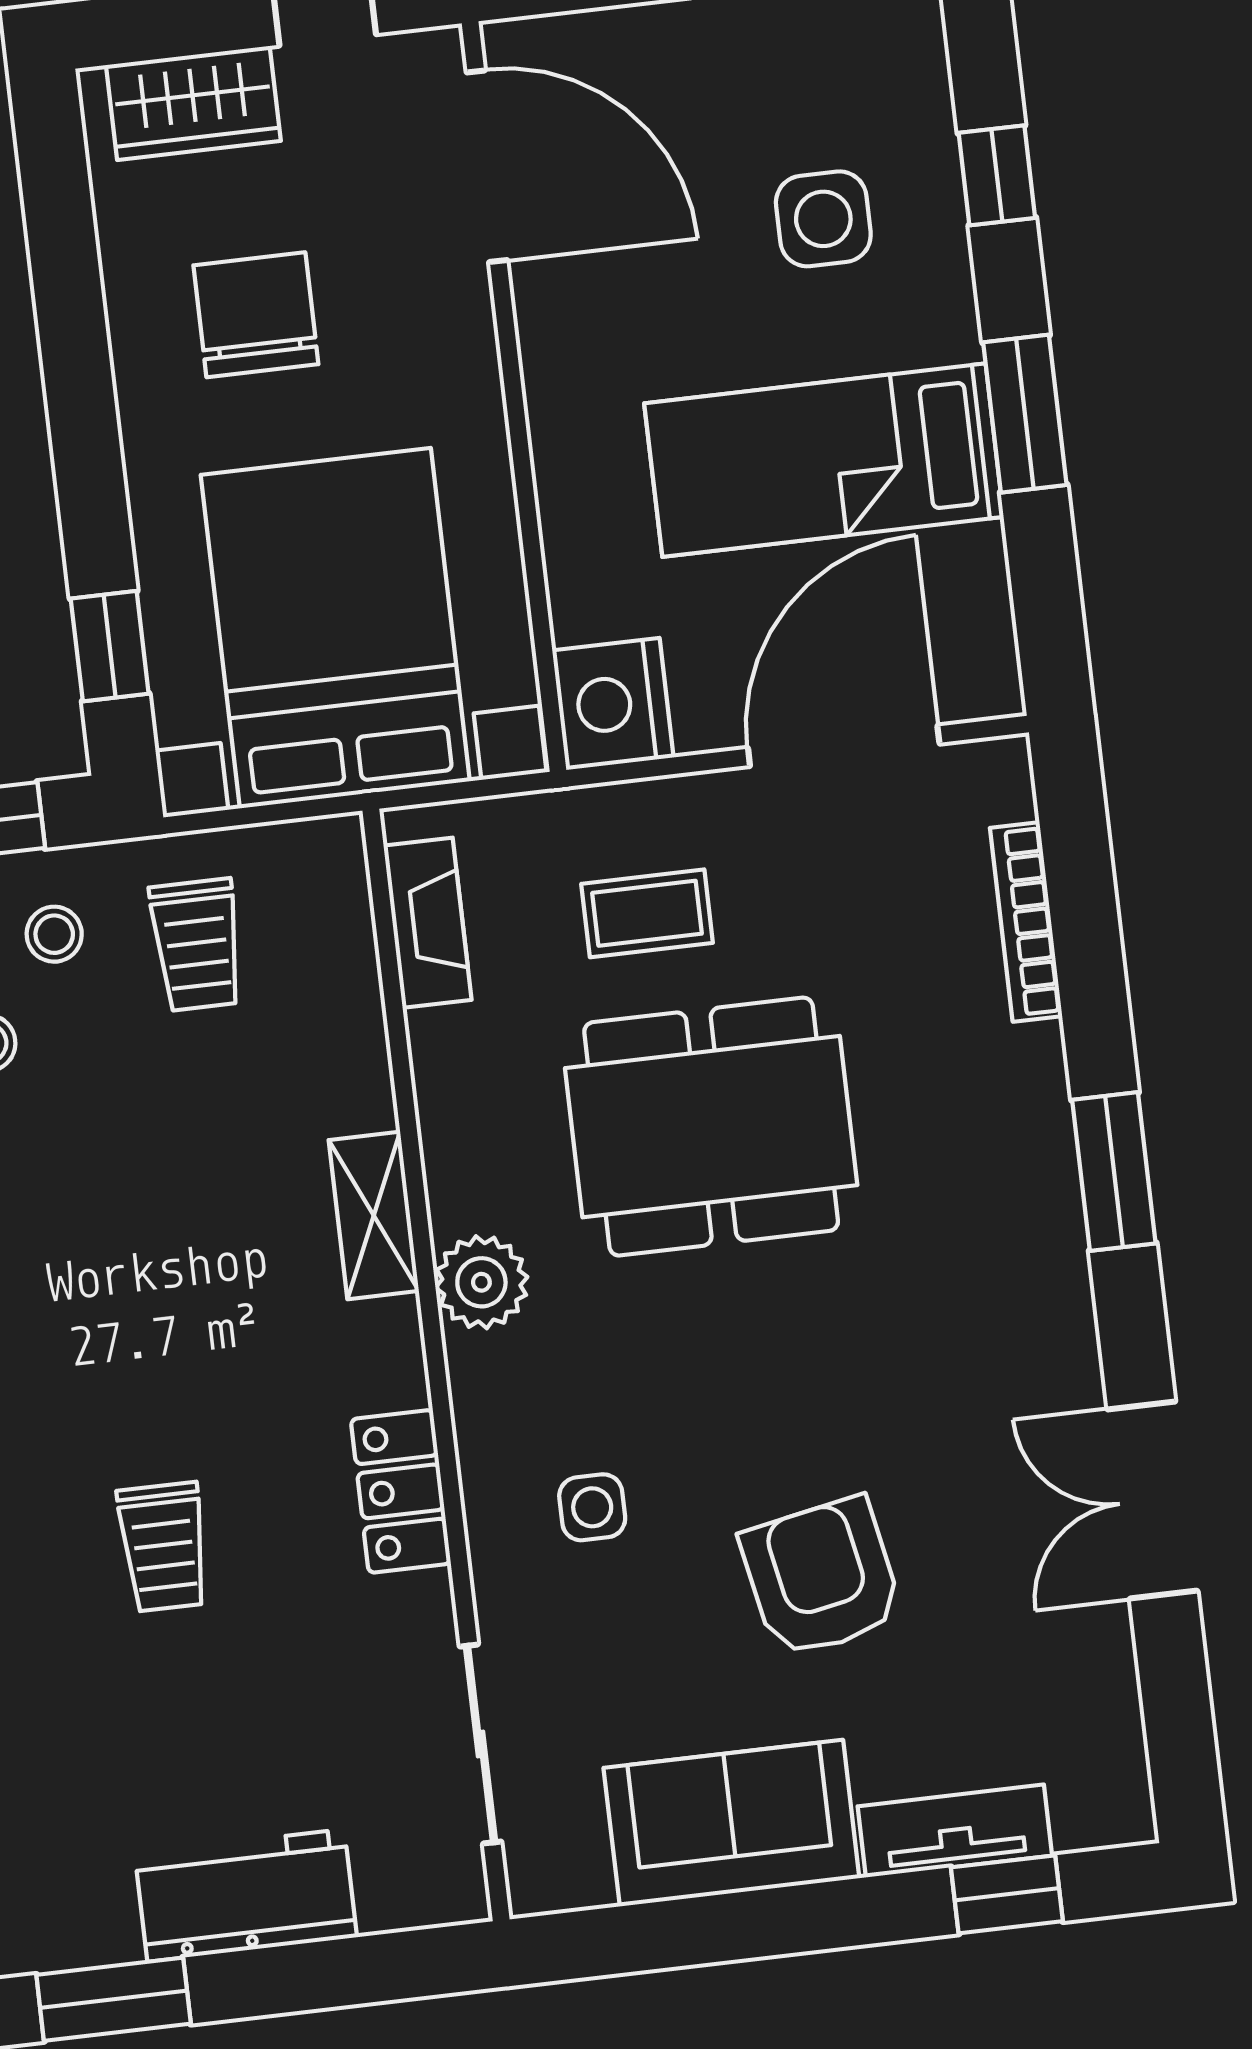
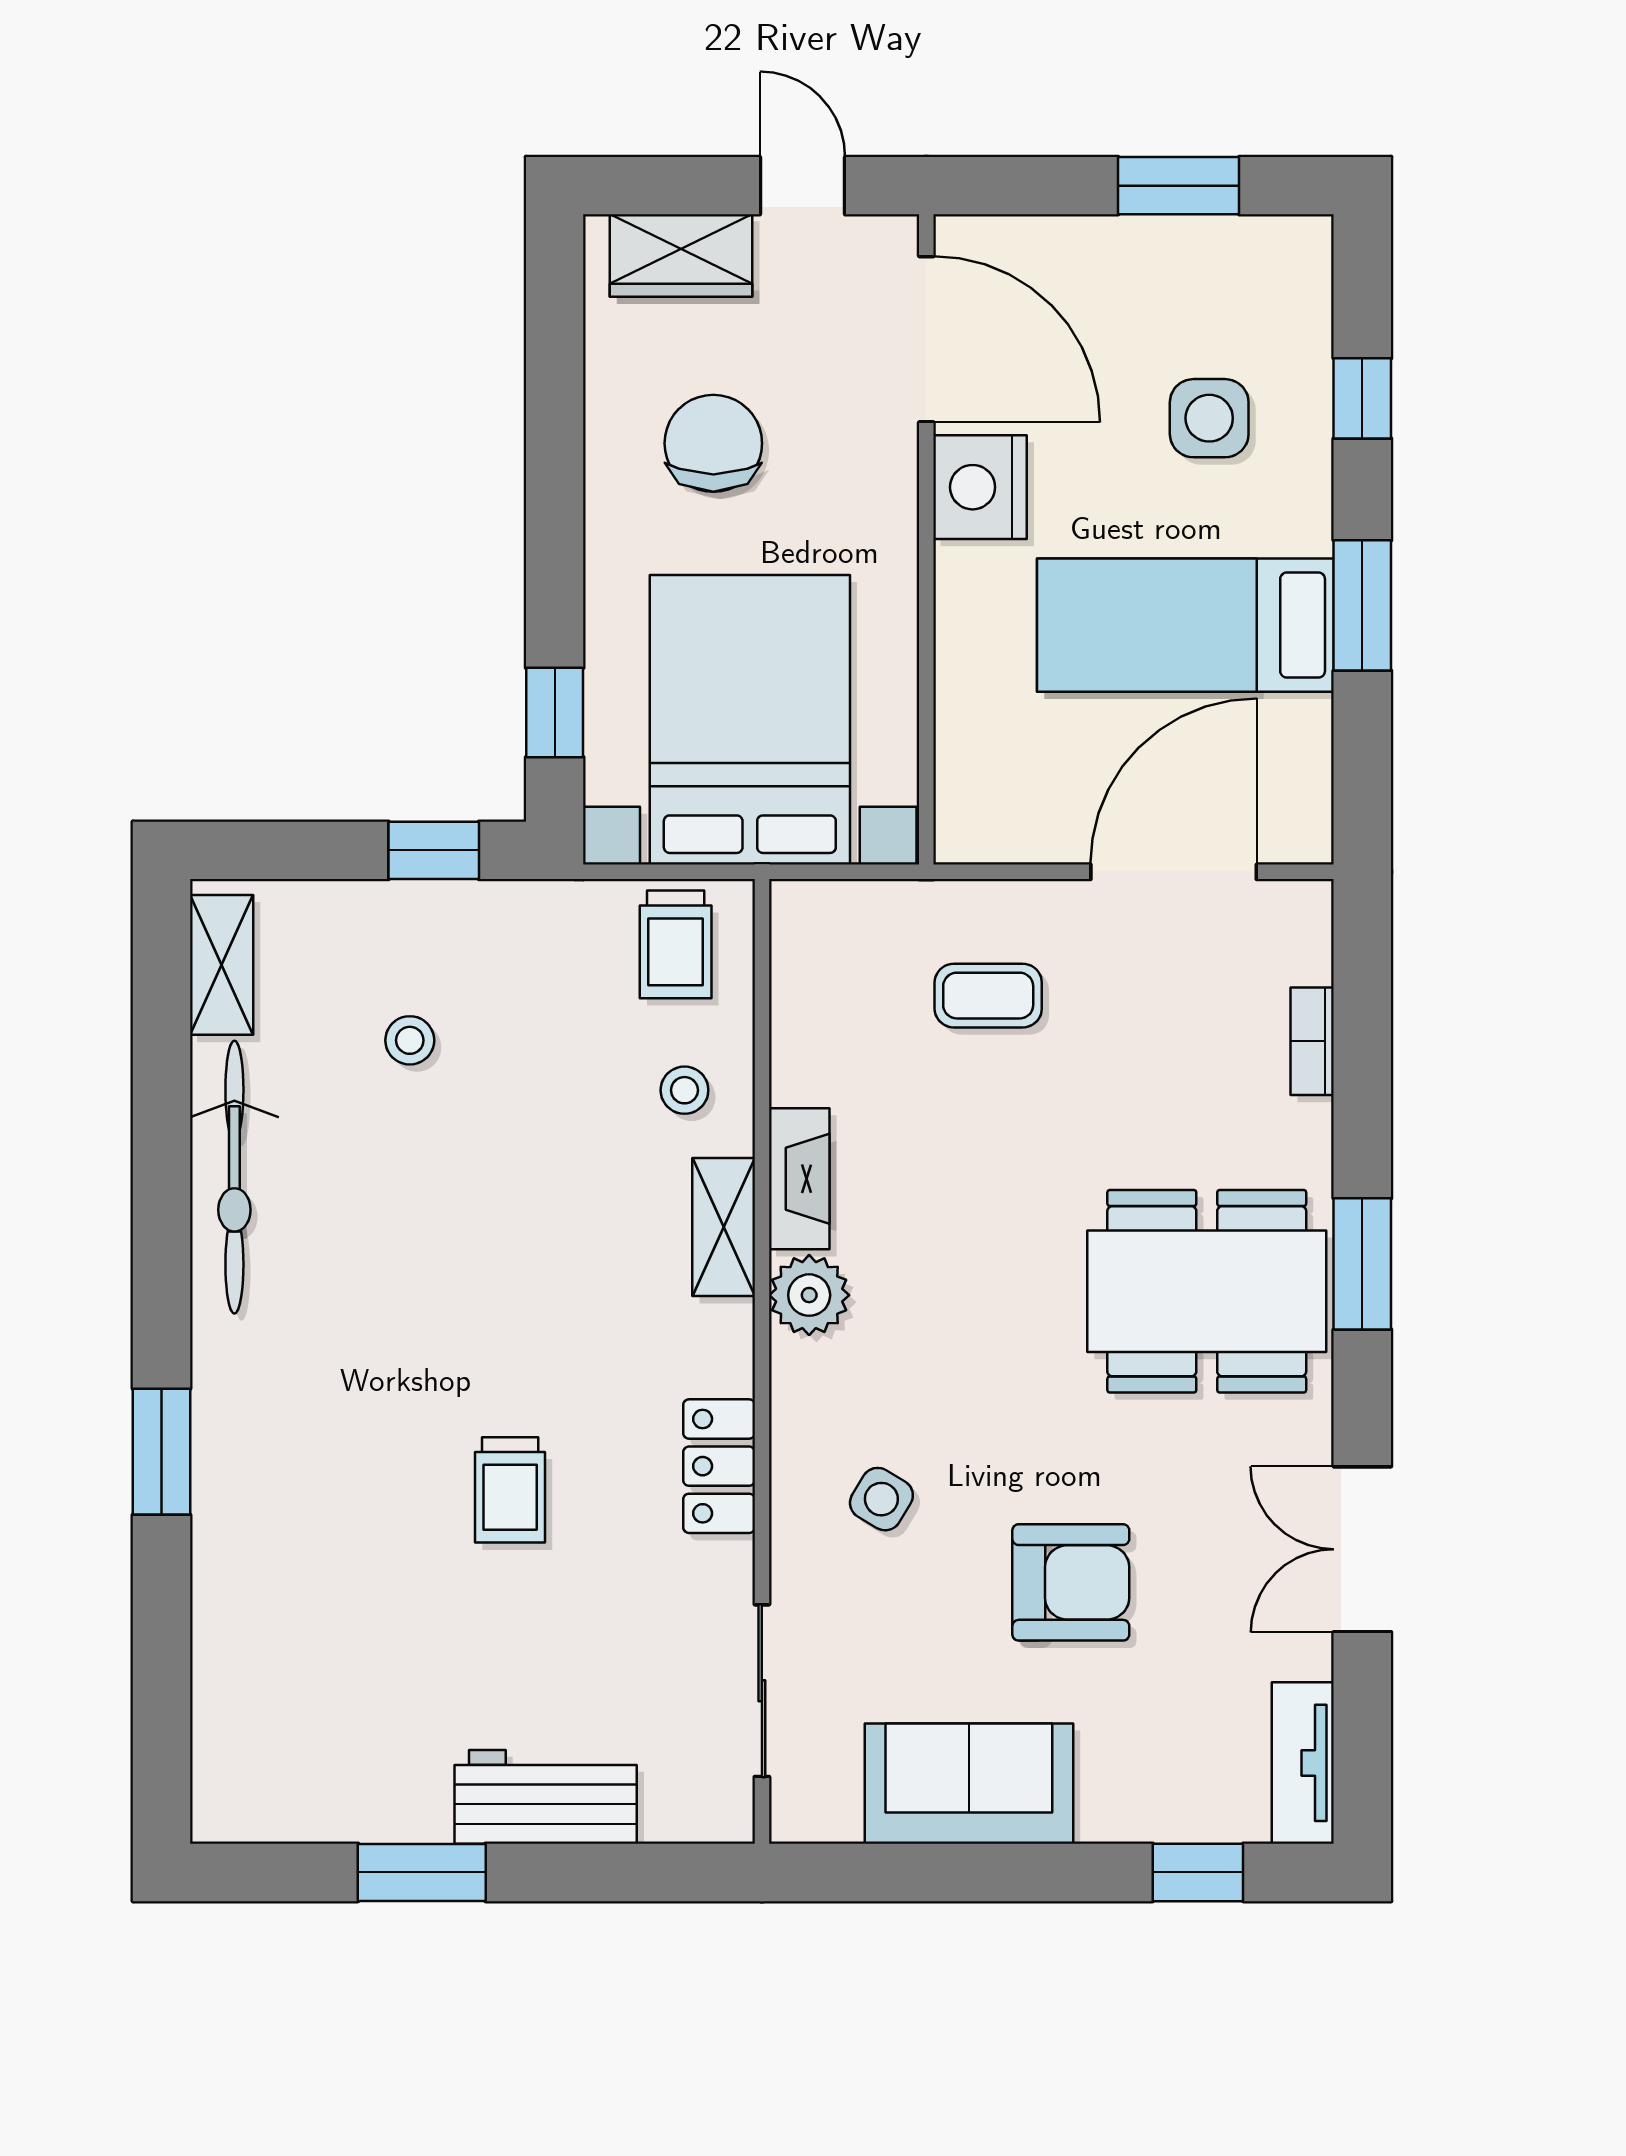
nightstand: (613, 704) -> (980, 487), moved
bookcase: (1026, 922) -> (1312, 1041), width x0.64
fireplace: (428, 923) -> (799, 1179), moved
stool: (54, 934) -> (684, 1090), moved
trolley: (197, 945) -> (676, 944), moved
dining table: (711, 1127) -> (1207, 1291), moved
side table: (592, 1507) -> (881, 1499), turned 31
armchair: (821, 1578) -> (1071, 1582), turned 101
tv unit: (955, 1831) -> (1303, 1763), moved, turned -90

